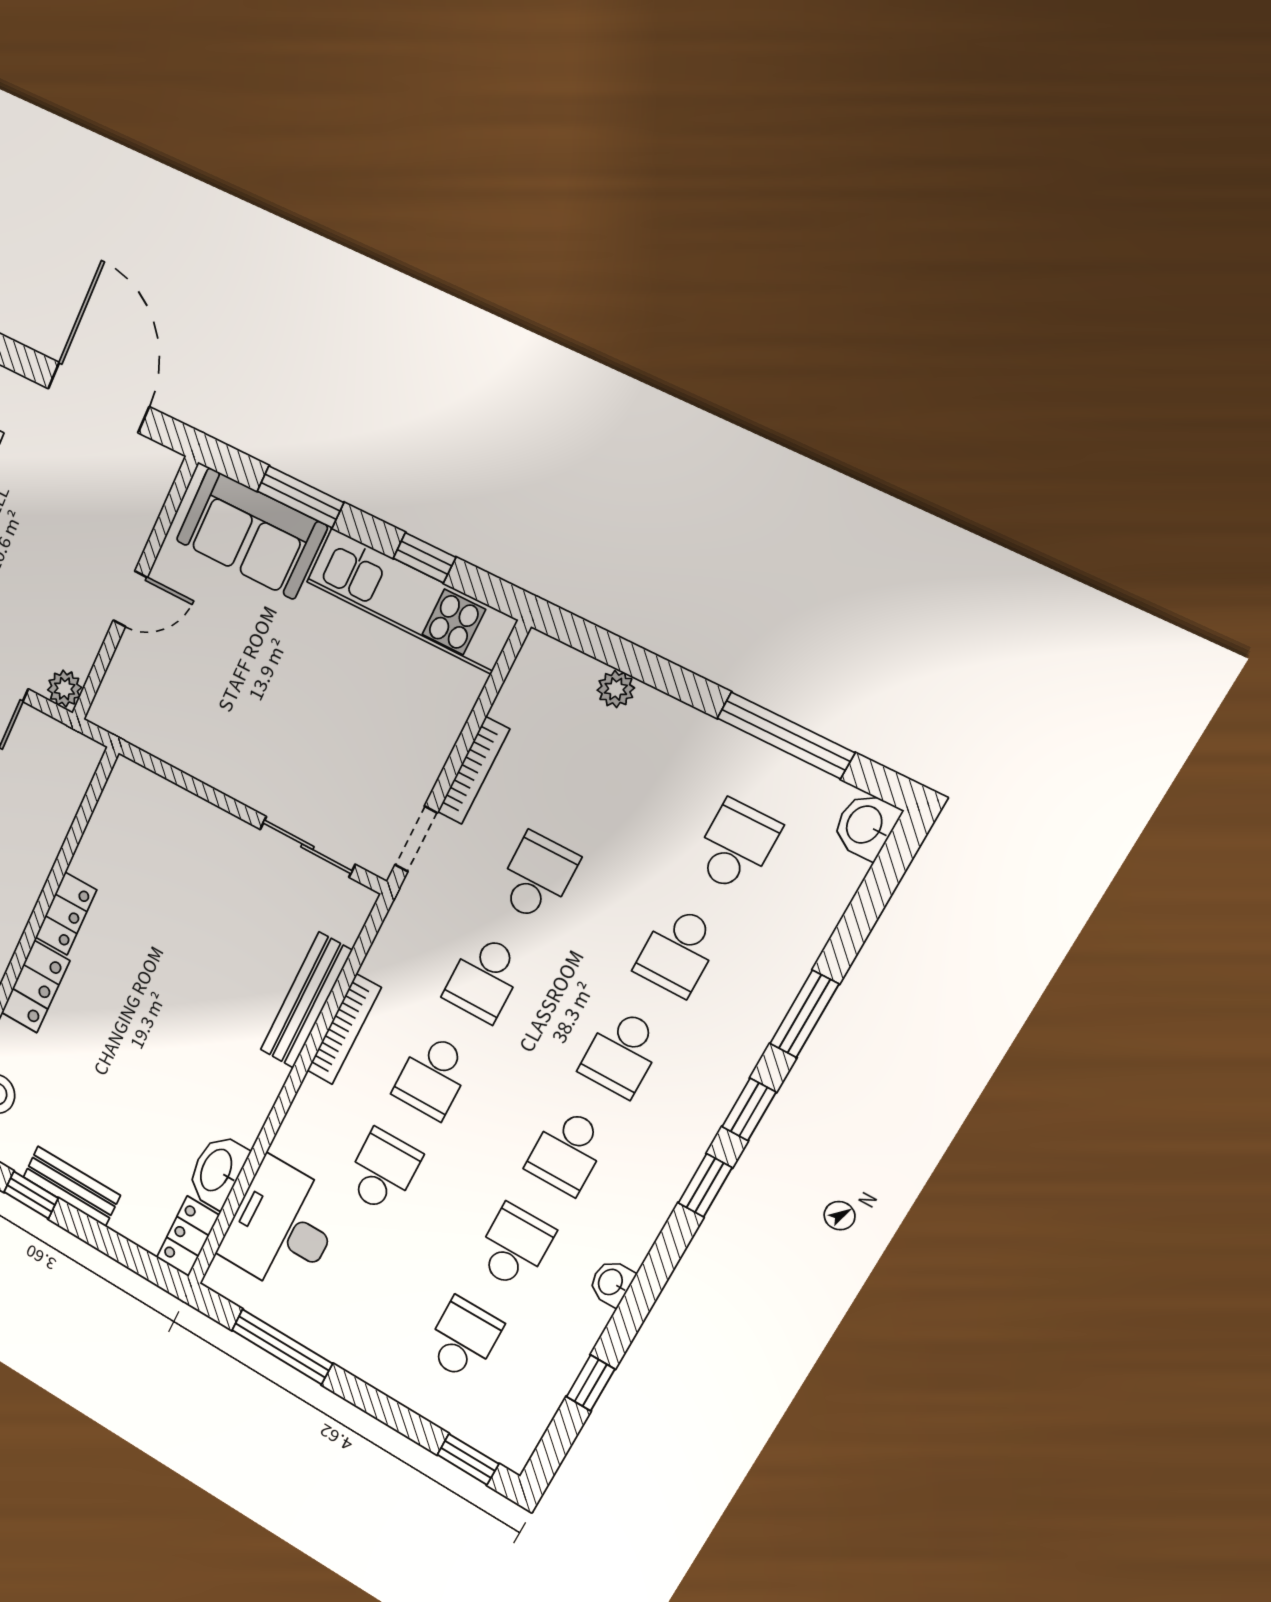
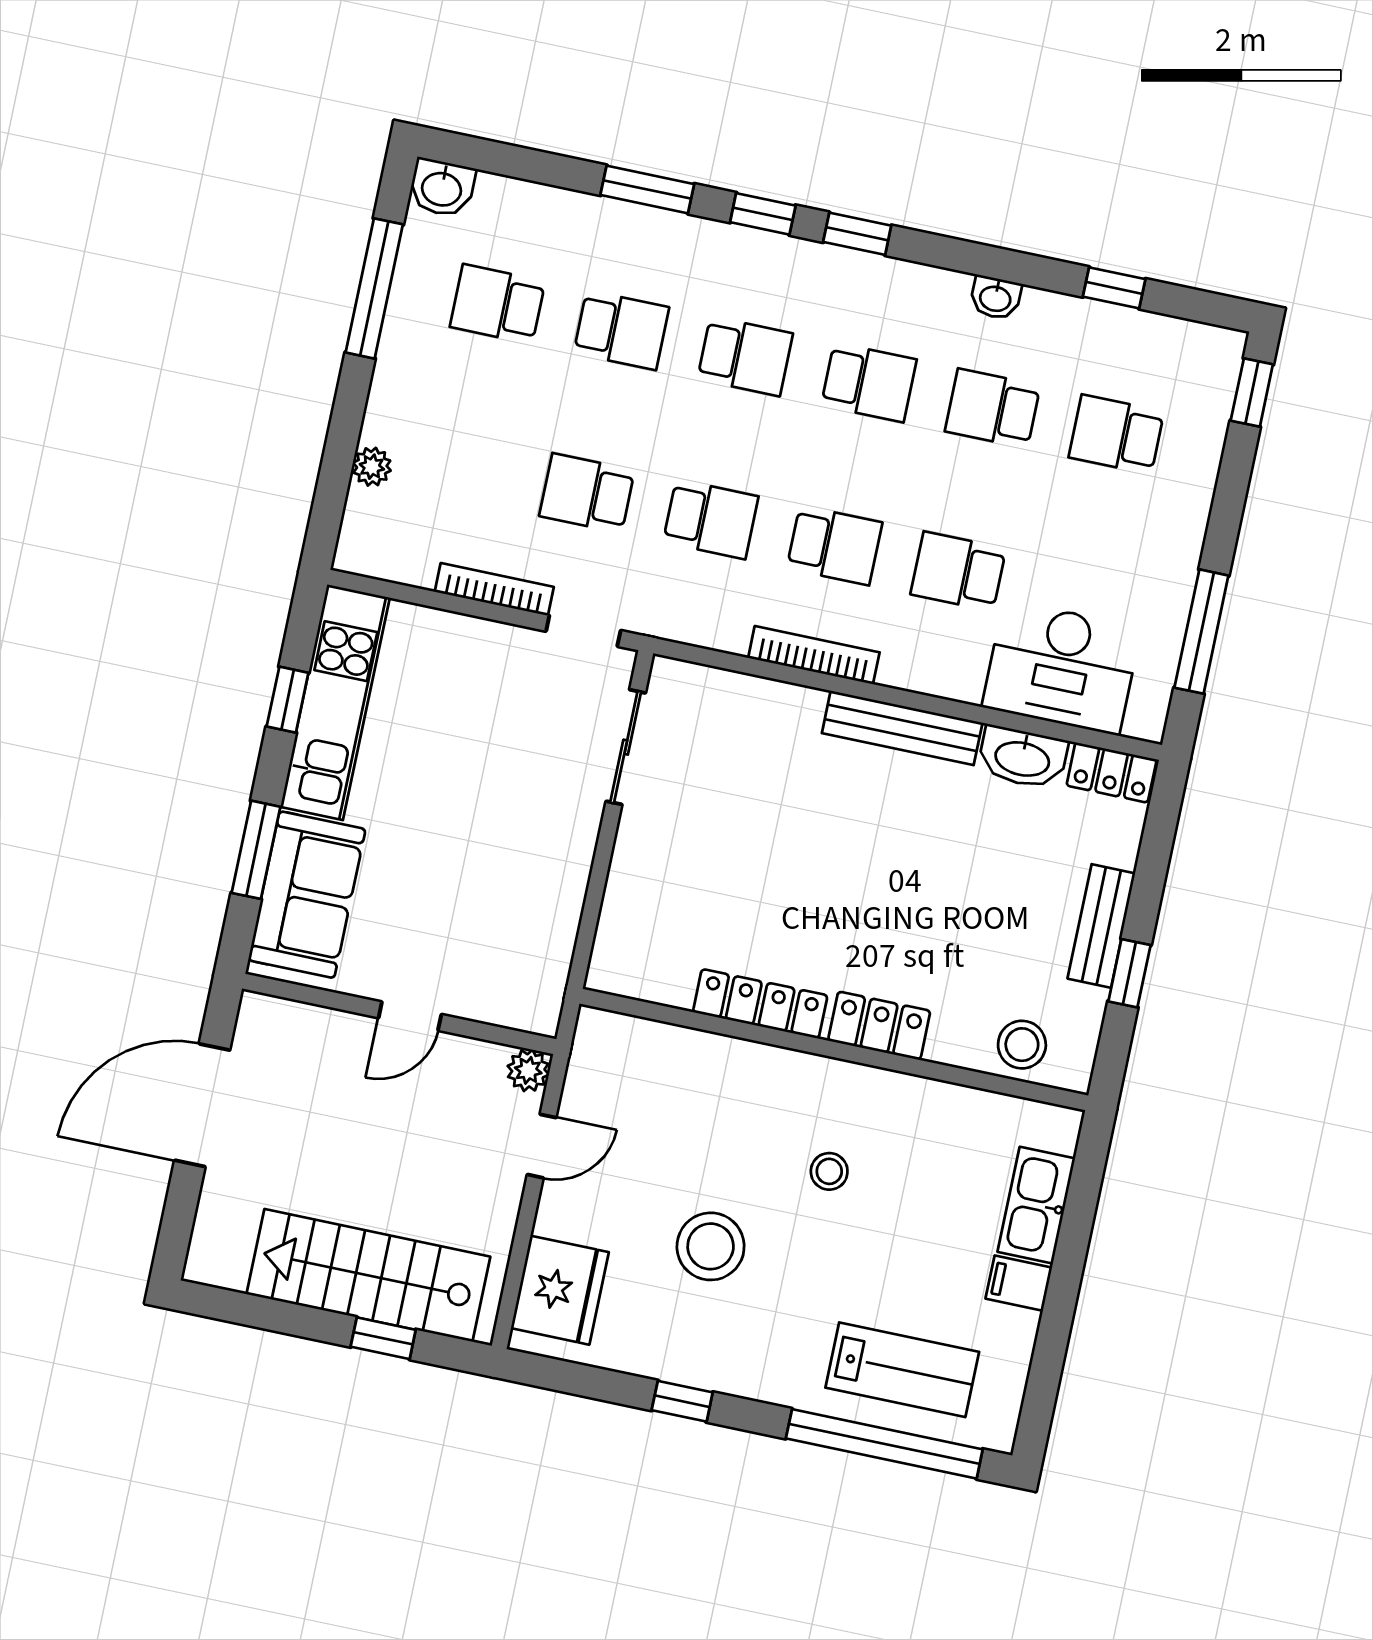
door: (130, 599) -> (410, 1016), swing flipped
locker: (66, 914) -> (760, 1004), width x1.53
bench: (306, 1000) -> (902, 728), moved

